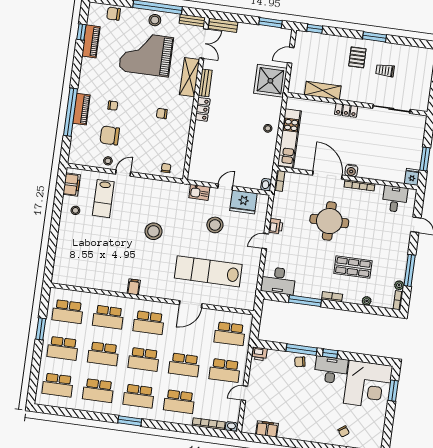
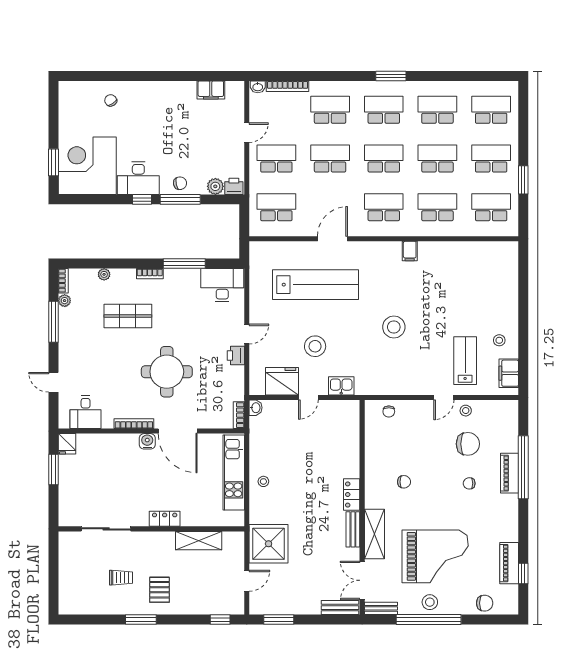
plant: (274, 356) -> (215, 186), added

